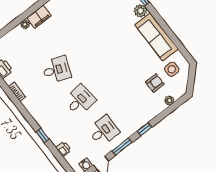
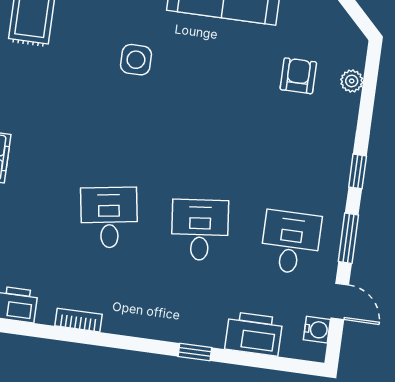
side table: (172, 69) -> (136, 60), moved
desk: (56, 70) -> (109, 217), turned -30
printer: (63, 149) -> (254, 334), width x1.87, depth x1.48

